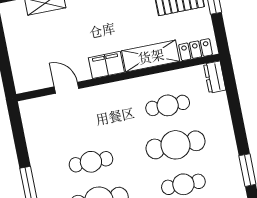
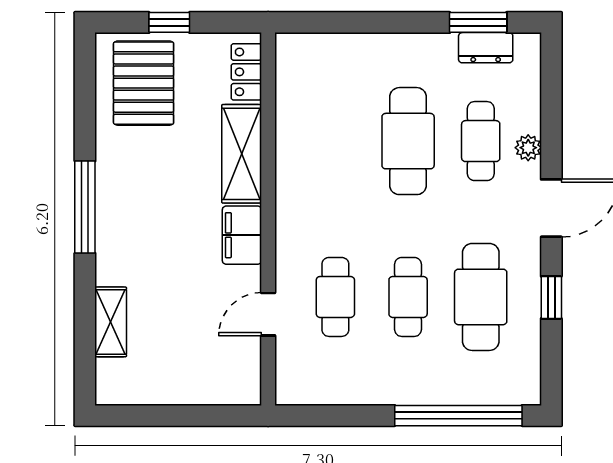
dresser: (215, 77) -> (486, 48), moved
cafe table: (168, 105) -> (335, 297), moved

